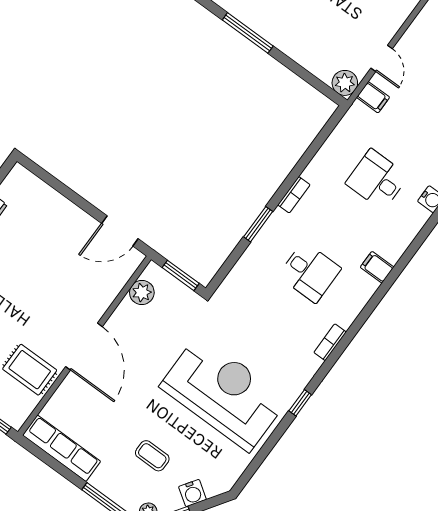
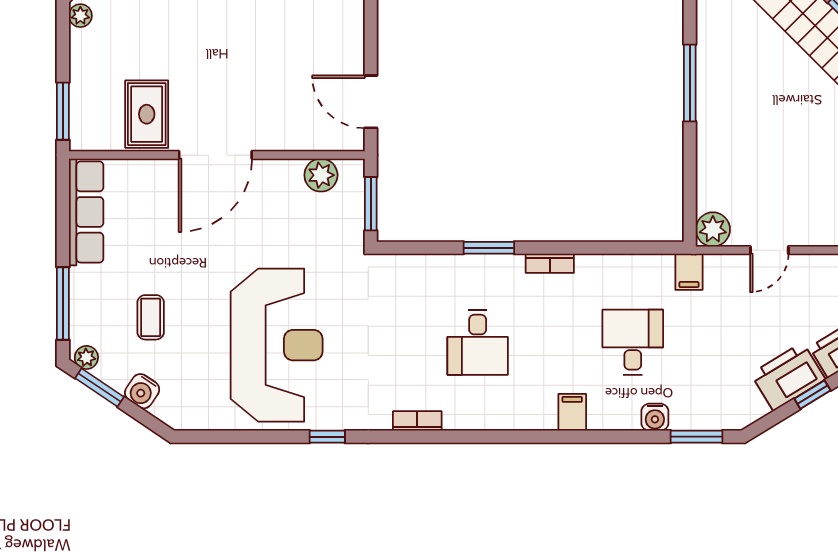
filing cabinet: (373, 97) -> (689, 272), moved
filing cabinet: (377, 267) -> (572, 412), moved

